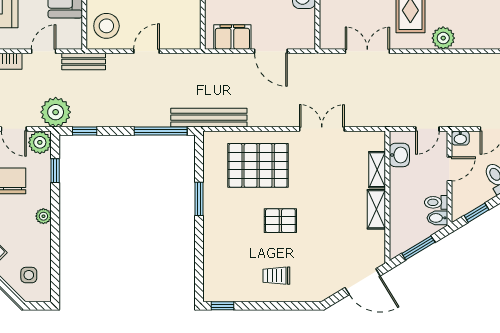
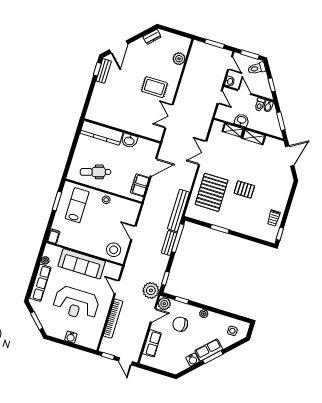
plant: (443, 38) -> (179, 59), moved
bench: (84, 62) -> (169, 243), moved
washbasin: (399, 155) -> (242, 120), moved
pallet: (280, 221) -> (244, 189), turned 90
trolley: (276, 276) -> (274, 218), moved

